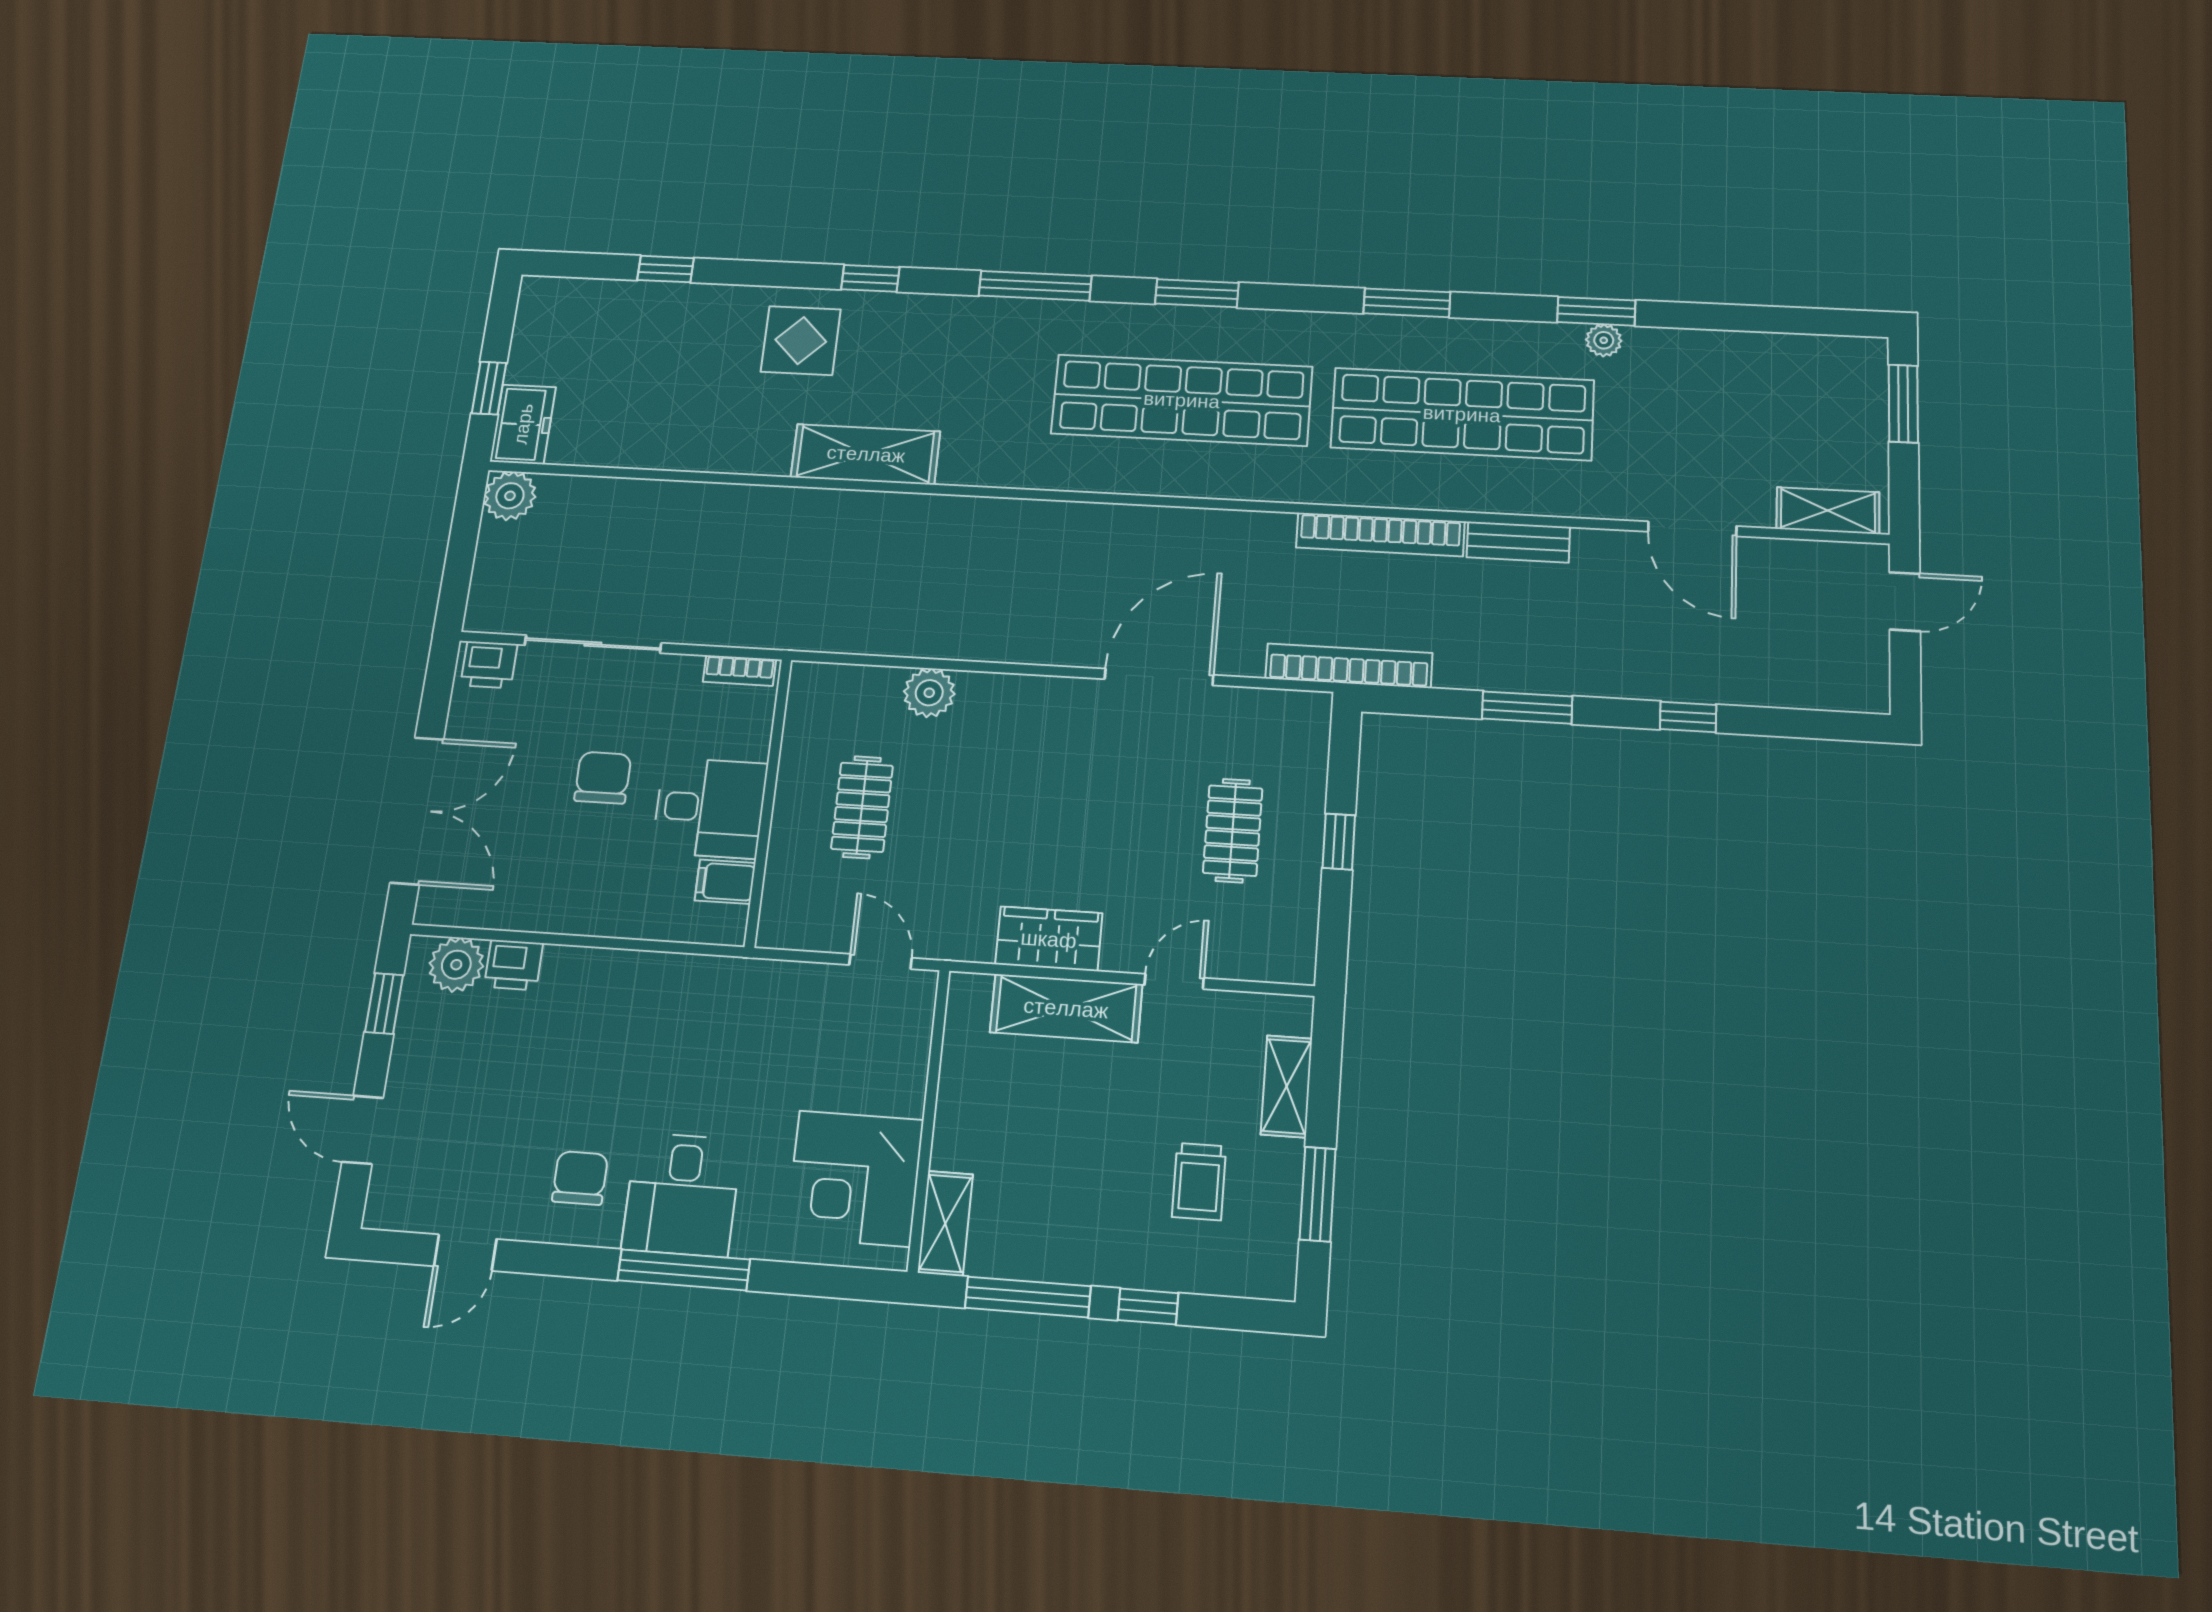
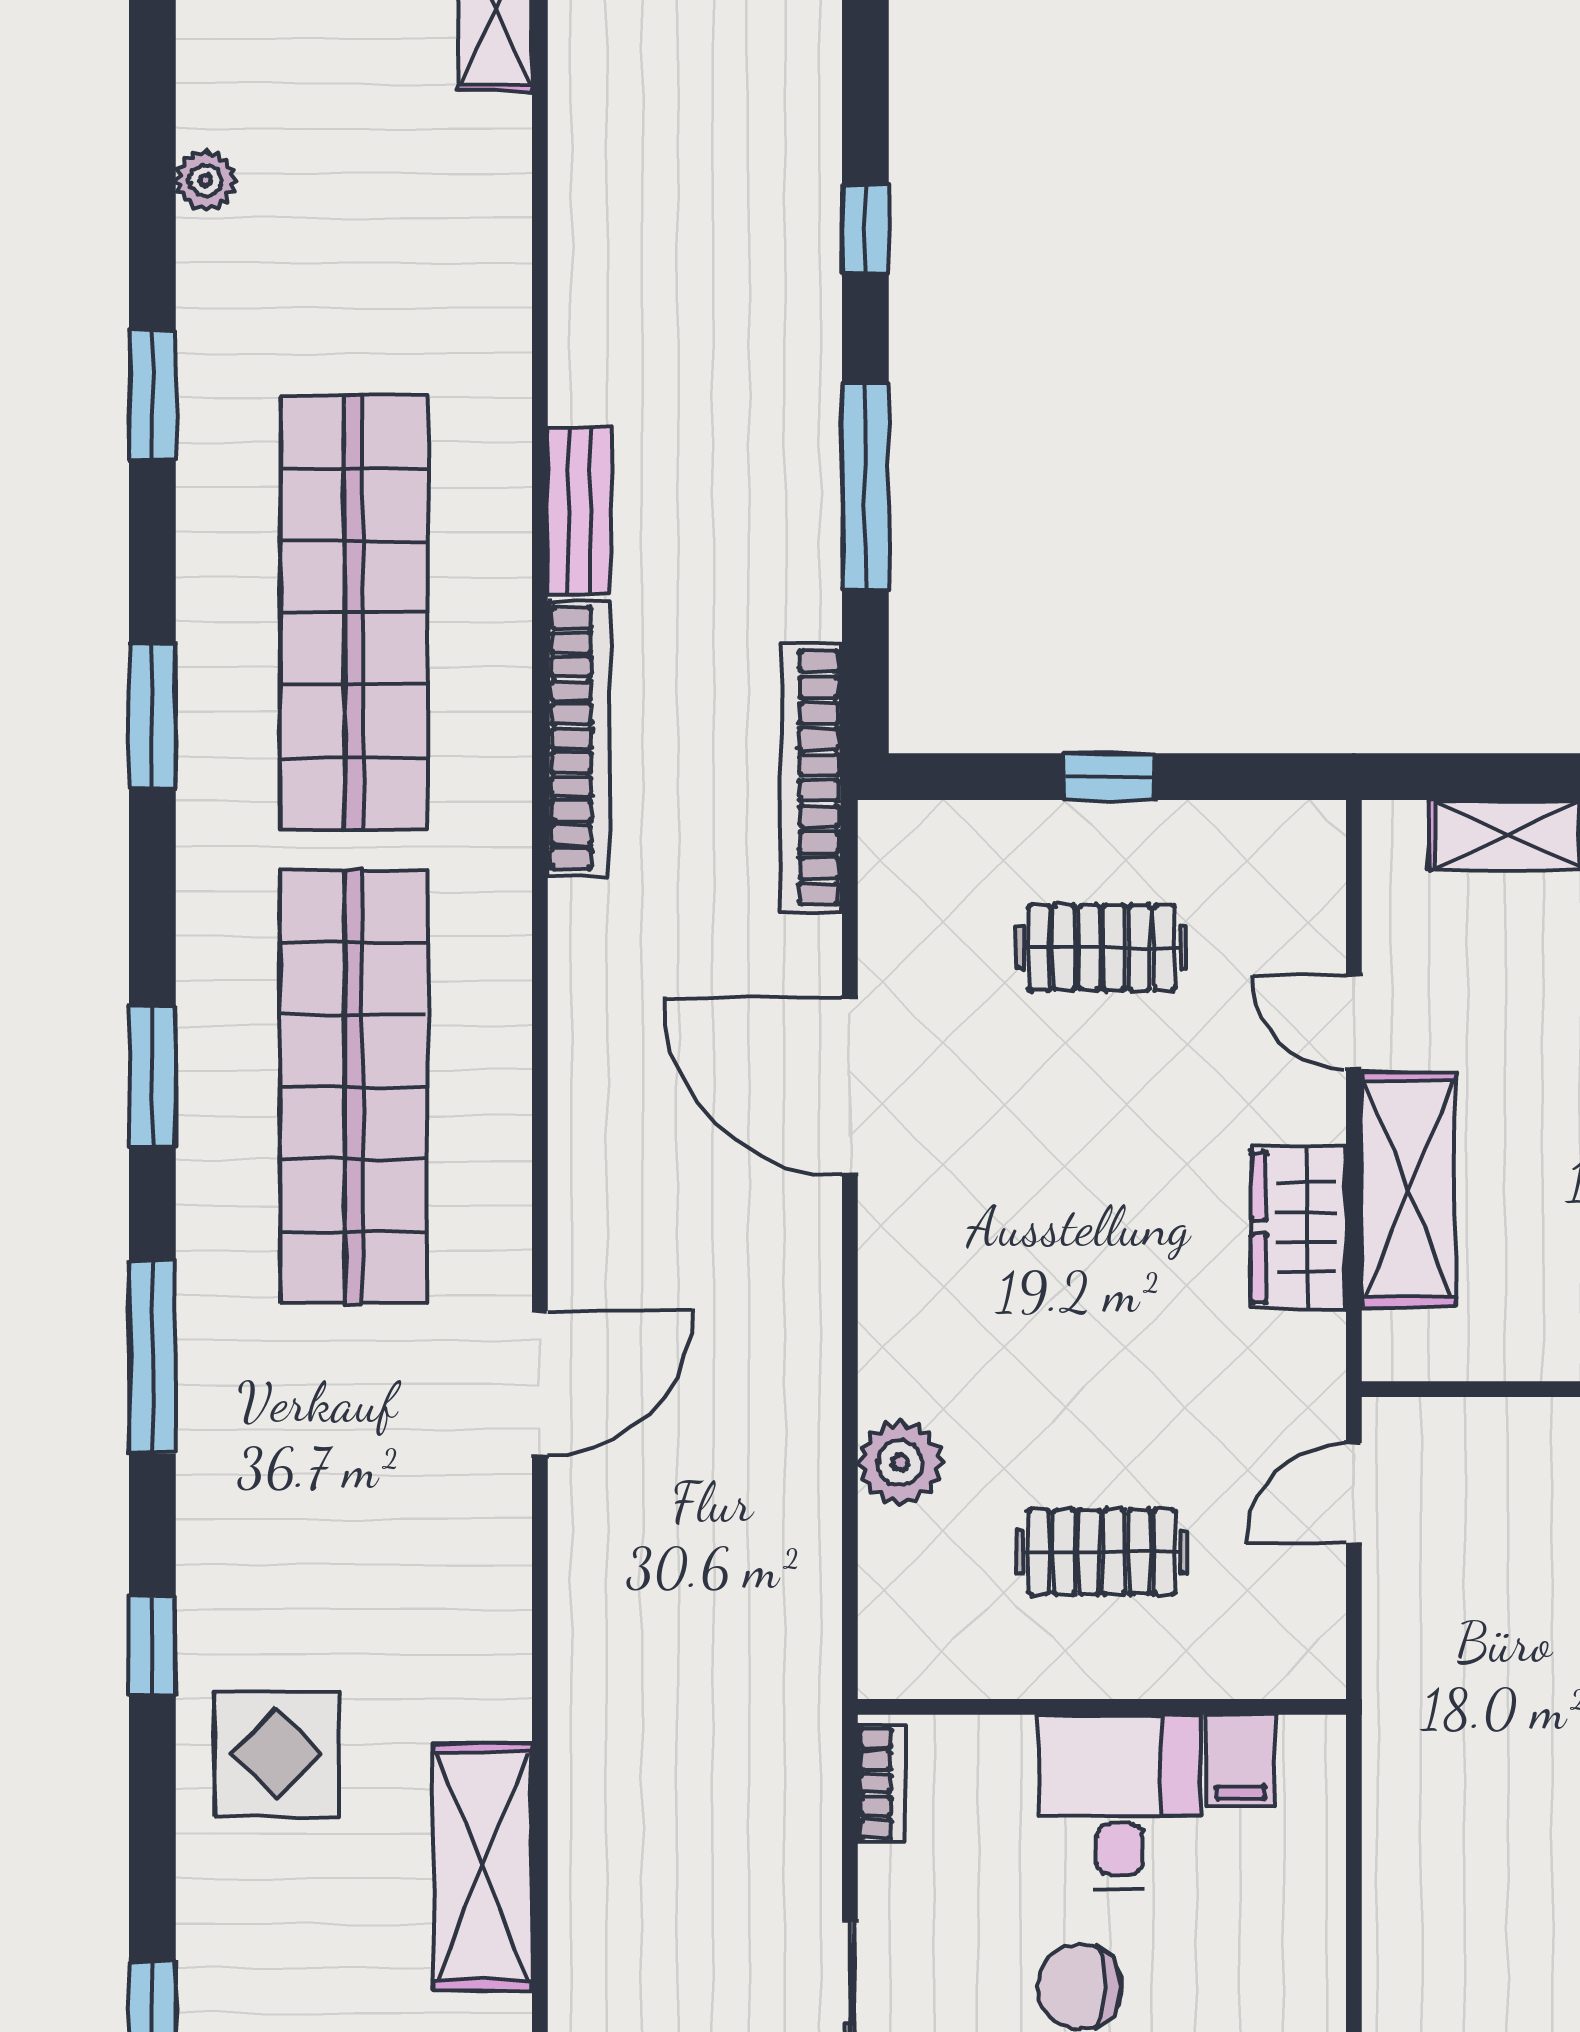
plant: (1604, 340) -> (206, 181), moved
shelving: (866, 454) -> (483, 1867), moved
door: (1692, 529) -> (540, 1383), moved
window: (1527, 708) -> (865, 486), width x1.44

